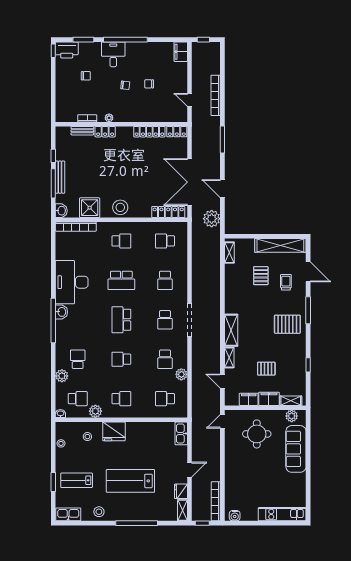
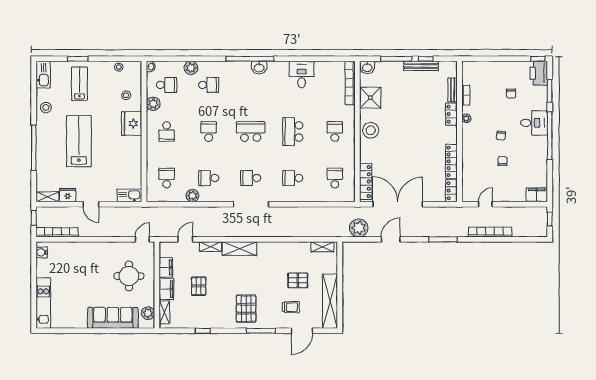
bench: (60, 177) -> (421, 66), moved
school desk: (121, 241) -> (335, 131), turned 180
desk: (72, 282) -> (302, 74), width x0.53, depth x0.77
school desk: (78, 399) -> (167, 85), turned -90
door: (222, 421) -> (142, 239), hinge flipped

